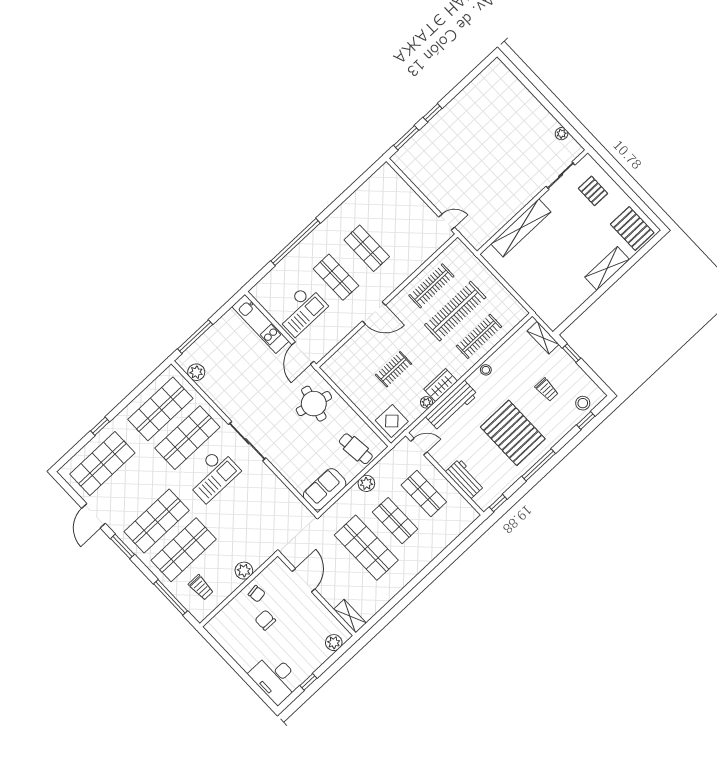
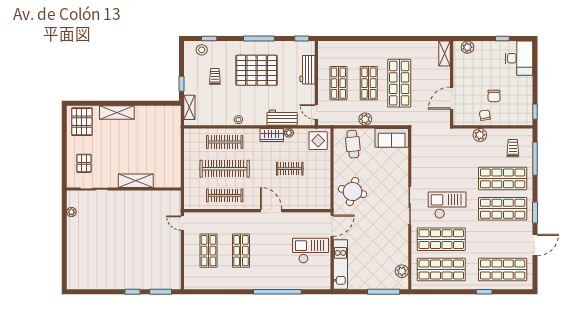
shelving: (521, 228) -> (136, 181), width x0.68
shop shelf: (336, 277) -> (209, 251), moved
workbench: (452, 406) -> (282, 118), width x0.73
pallet: (513, 433) -> (257, 70), turned 90
window: (212, 642) -> (535, 112), added

